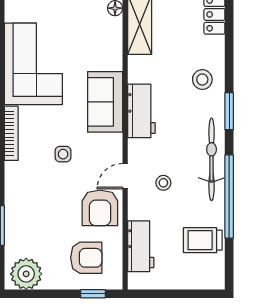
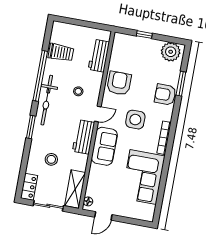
stool: (202, 80) -> (51, 159), moved
side table: (63, 154) -> (135, 120), width x1.87, depth x1.87
door: (125, 176) -> (98, 114), moved
armchair: (86, 258) -> (165, 95), moved
window: (93, 294) -> (144, 35), moved

